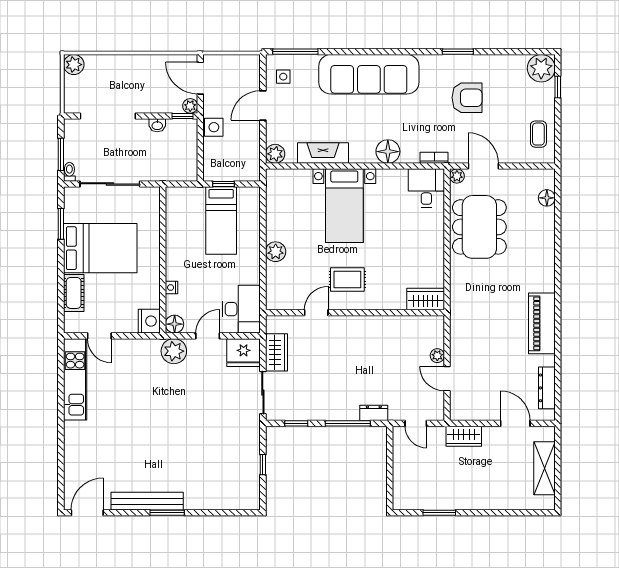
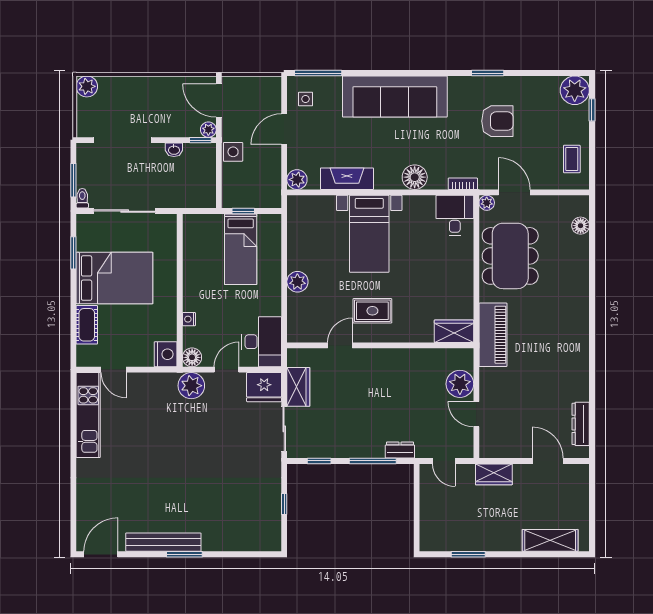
piano: (542, 323) -> (493, 335), moved, turned 180
plant: (437, 356) -> (460, 384), width x1.88, depth x1.88
shelving: (544, 468) -> (550, 540), moved, turned 90

